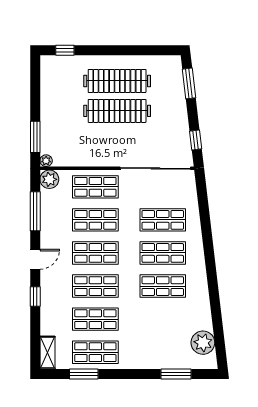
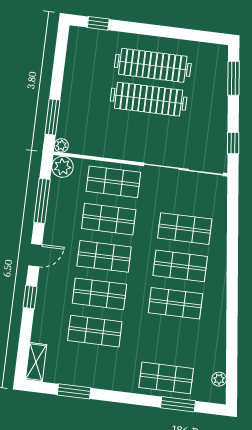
plant: (203, 343) -> (219, 379), width x0.53, depth x0.53
shop shelf: (95, 352) -> (166, 378), moved

